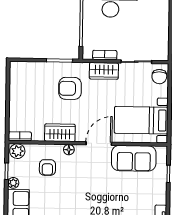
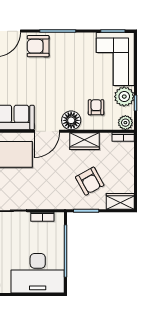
wardrobe: (104, 71) -> (120, 201), moved
armchair: (70, 88) -> (90, 181), moved, turned 61
floor lamp: (69, 150) -> (71, 120), width x1.89, depth x1.89
plant: (13, 183) -> (124, 97), width x1.88, depth x1.88

